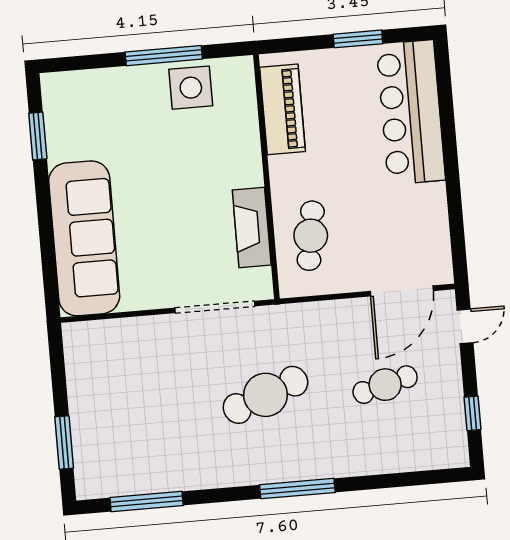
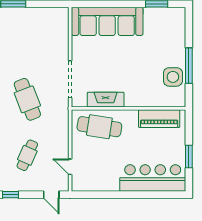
cafe table: (311, 236) -> (99, 127), width x1.37, depth x1.35
door: (402, 291) -> (70, 167), width x0.53
cafe table: (385, 385) -> (27, 155), turned 39

